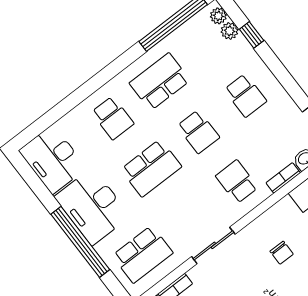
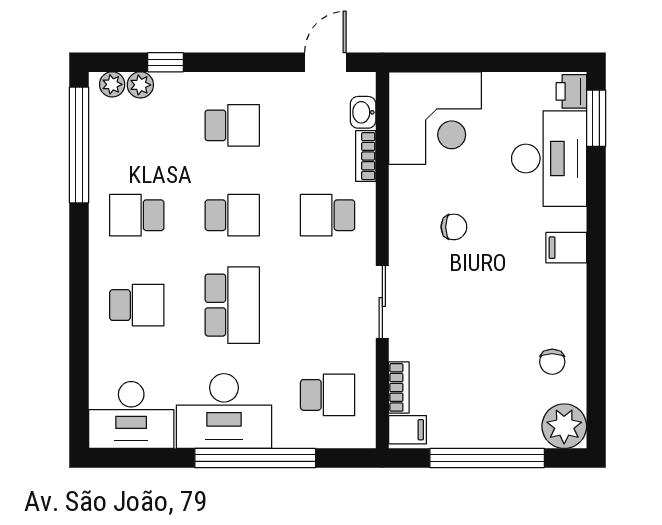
school desk: (160, 82) -> (137, 215), width x0.54
school desk: (143, 254) -> (328, 395), width x0.54

